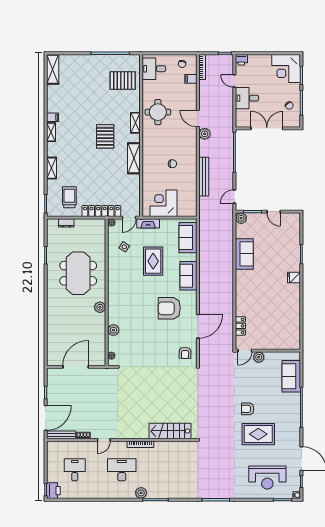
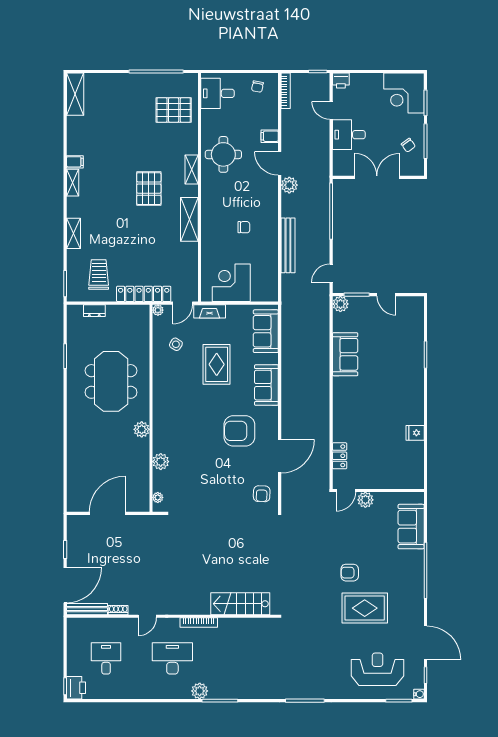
filing cabinet: (191, 79) -> (270, 136), moved
fridge: (294, 277) -> (415, 433), moved
reception desk: (267, 477) -> (377, 669), turned 180

